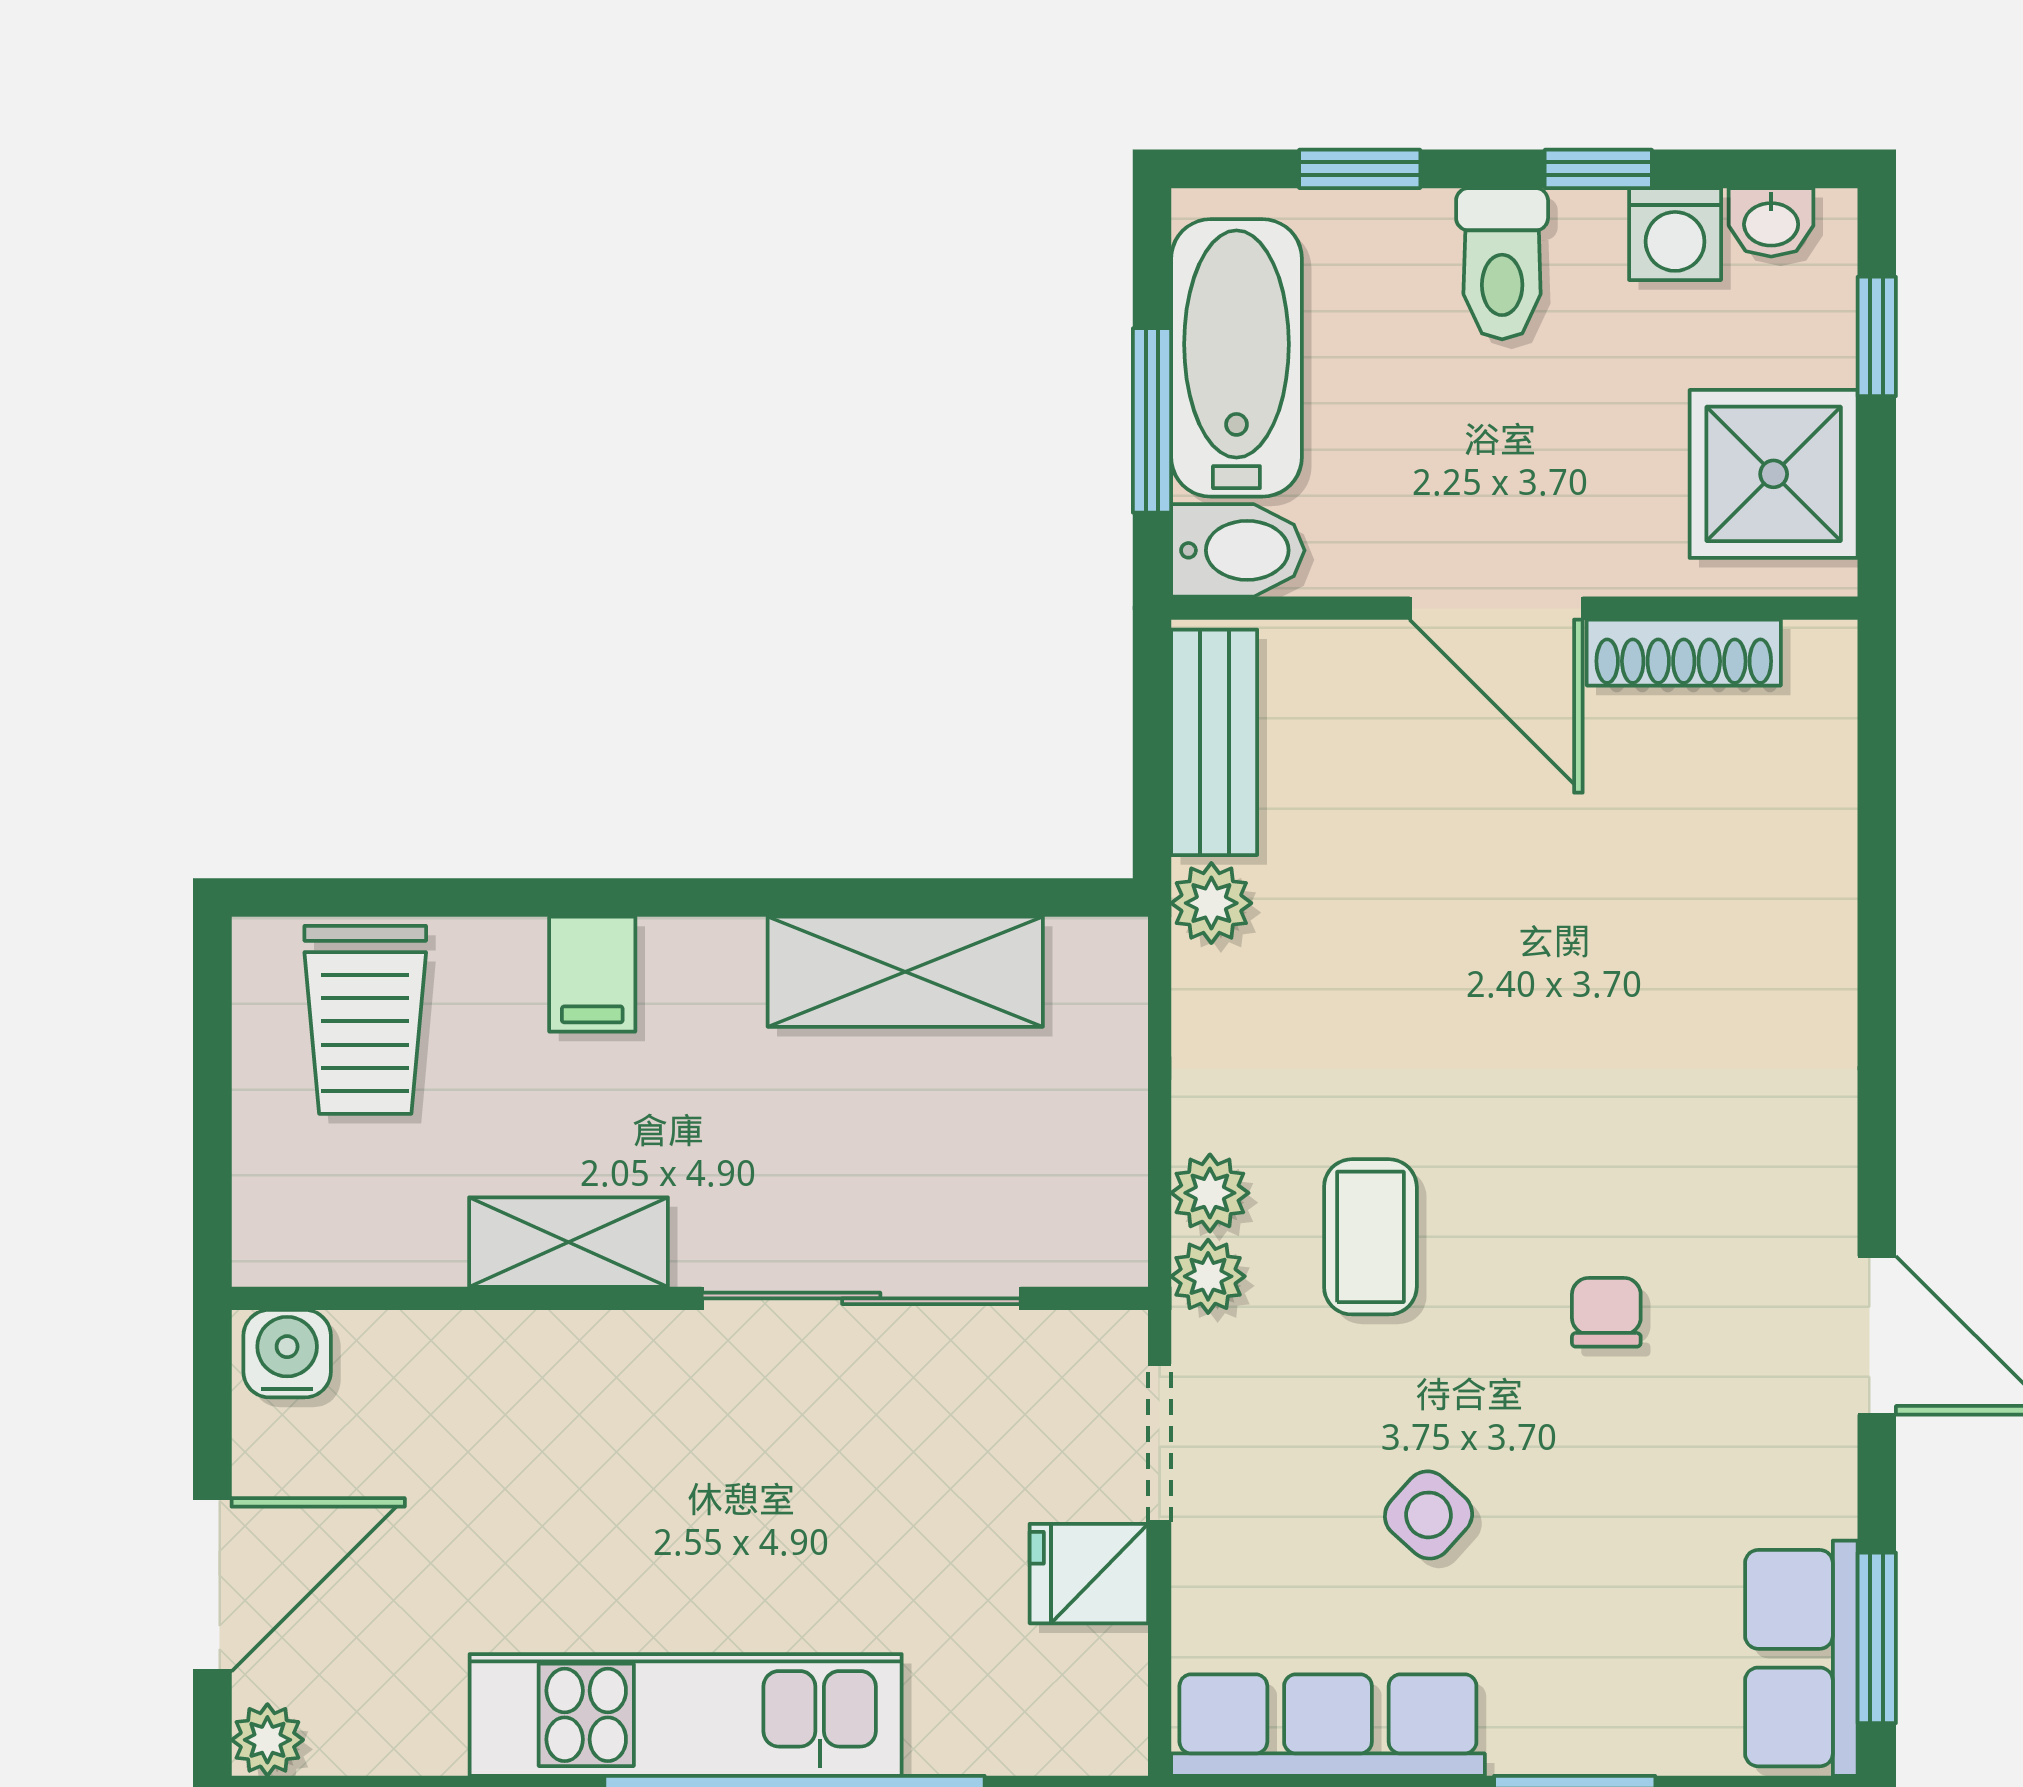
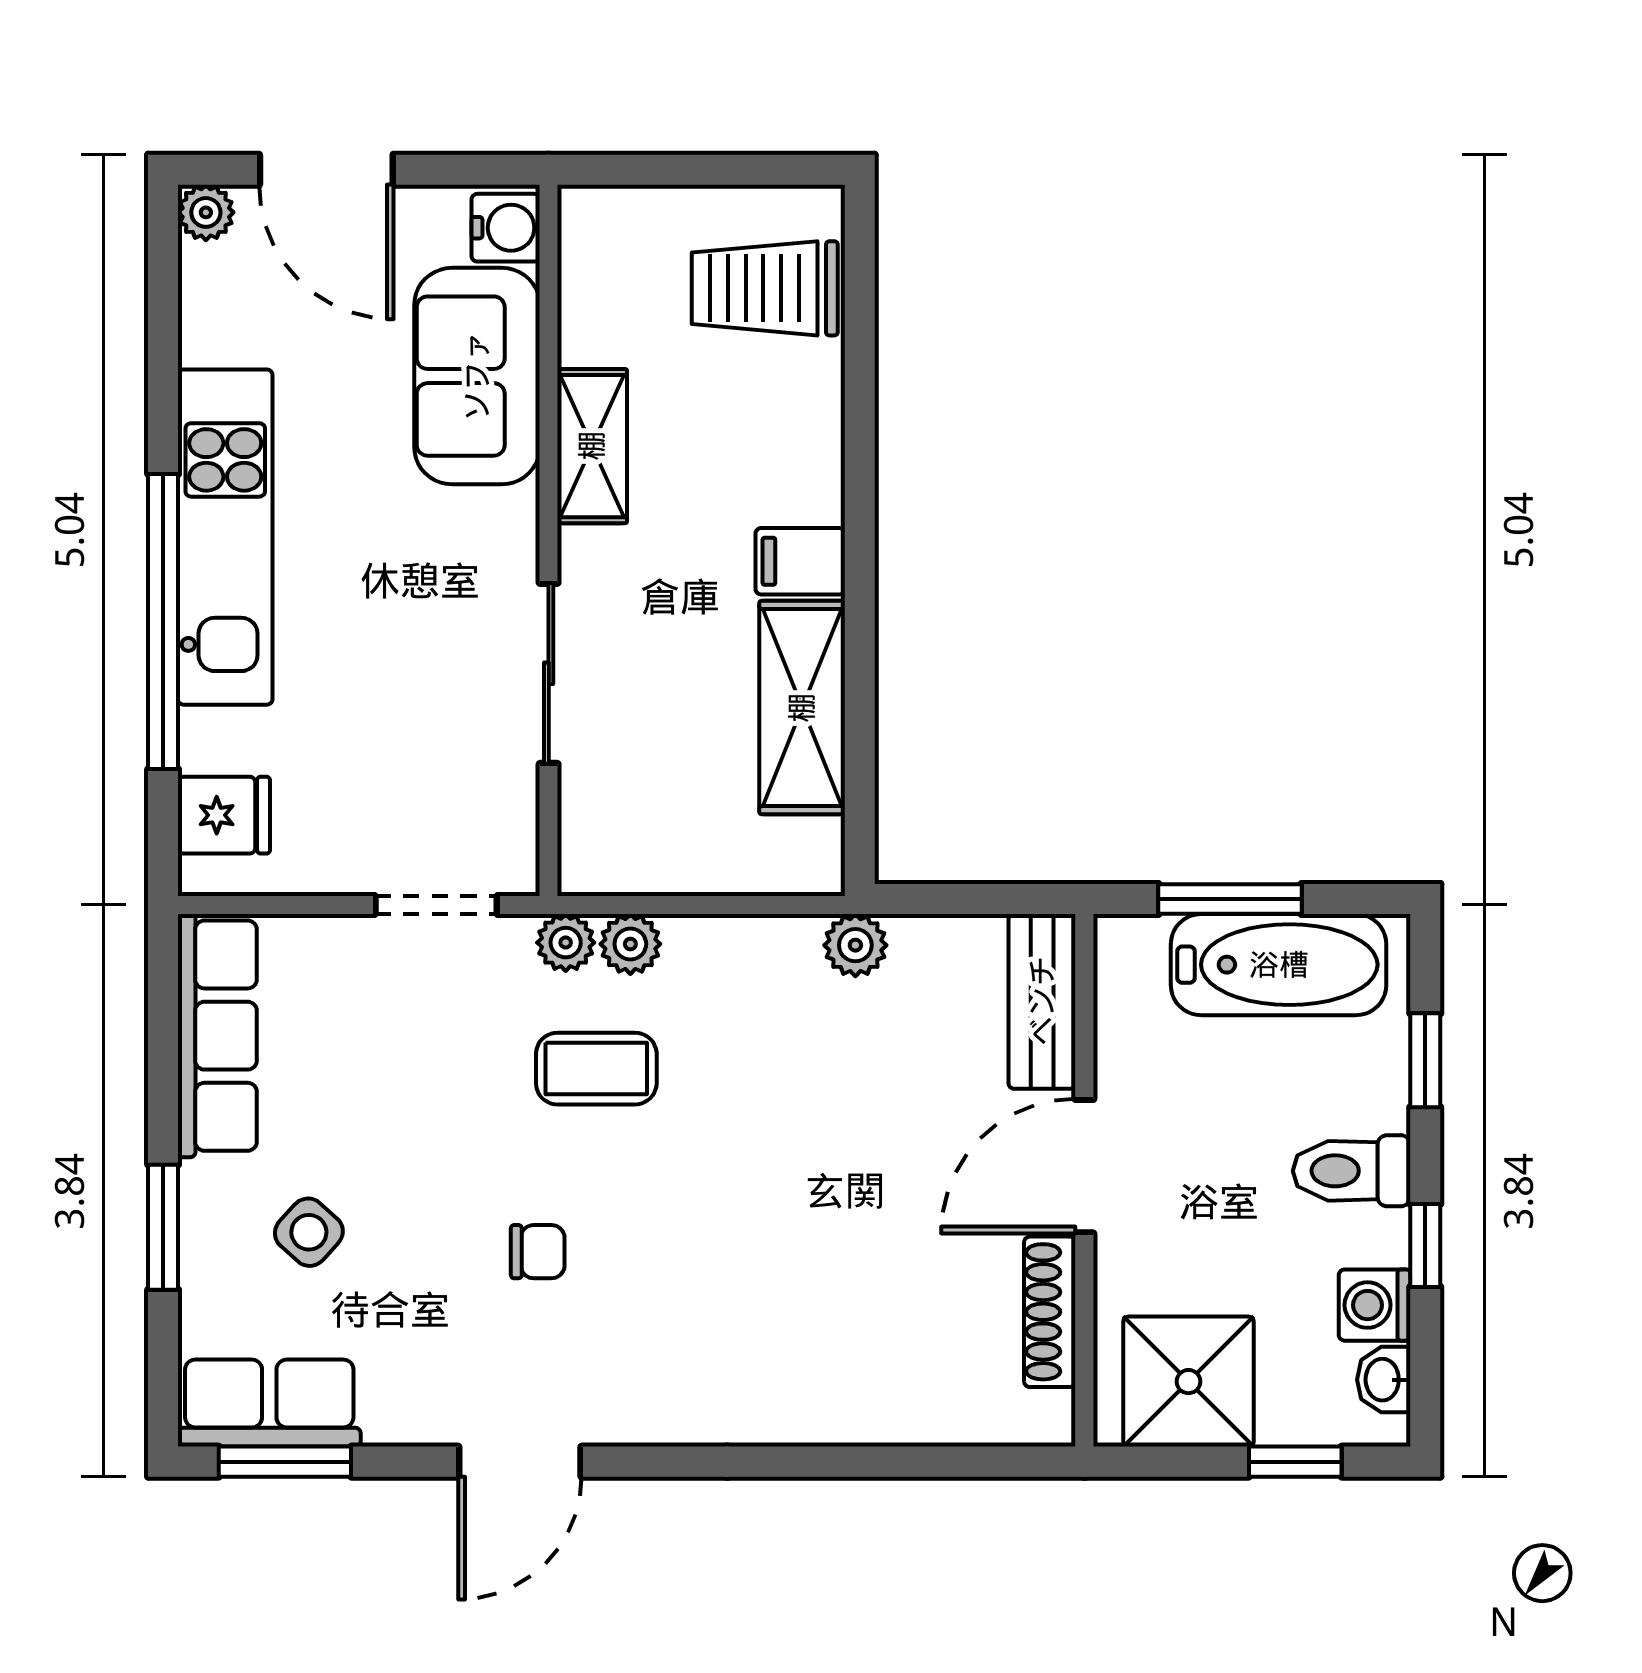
bidet: (1238, 550) -> (1129, 966), removed
bench: (1214, 742) -> (1042, 1001), moved, turned 90
filing cabinet: (592, 974) -> (800, 561), moved
sliding door: (861, 1298) -> (549, 673), width x0.73
sofa: (478, 1391) -> (477, 376), added
side table: (1429, 1515) -> (309, 1232), moved
fridge: (1089, 1574) -> (224, 815), moved, turned 90

